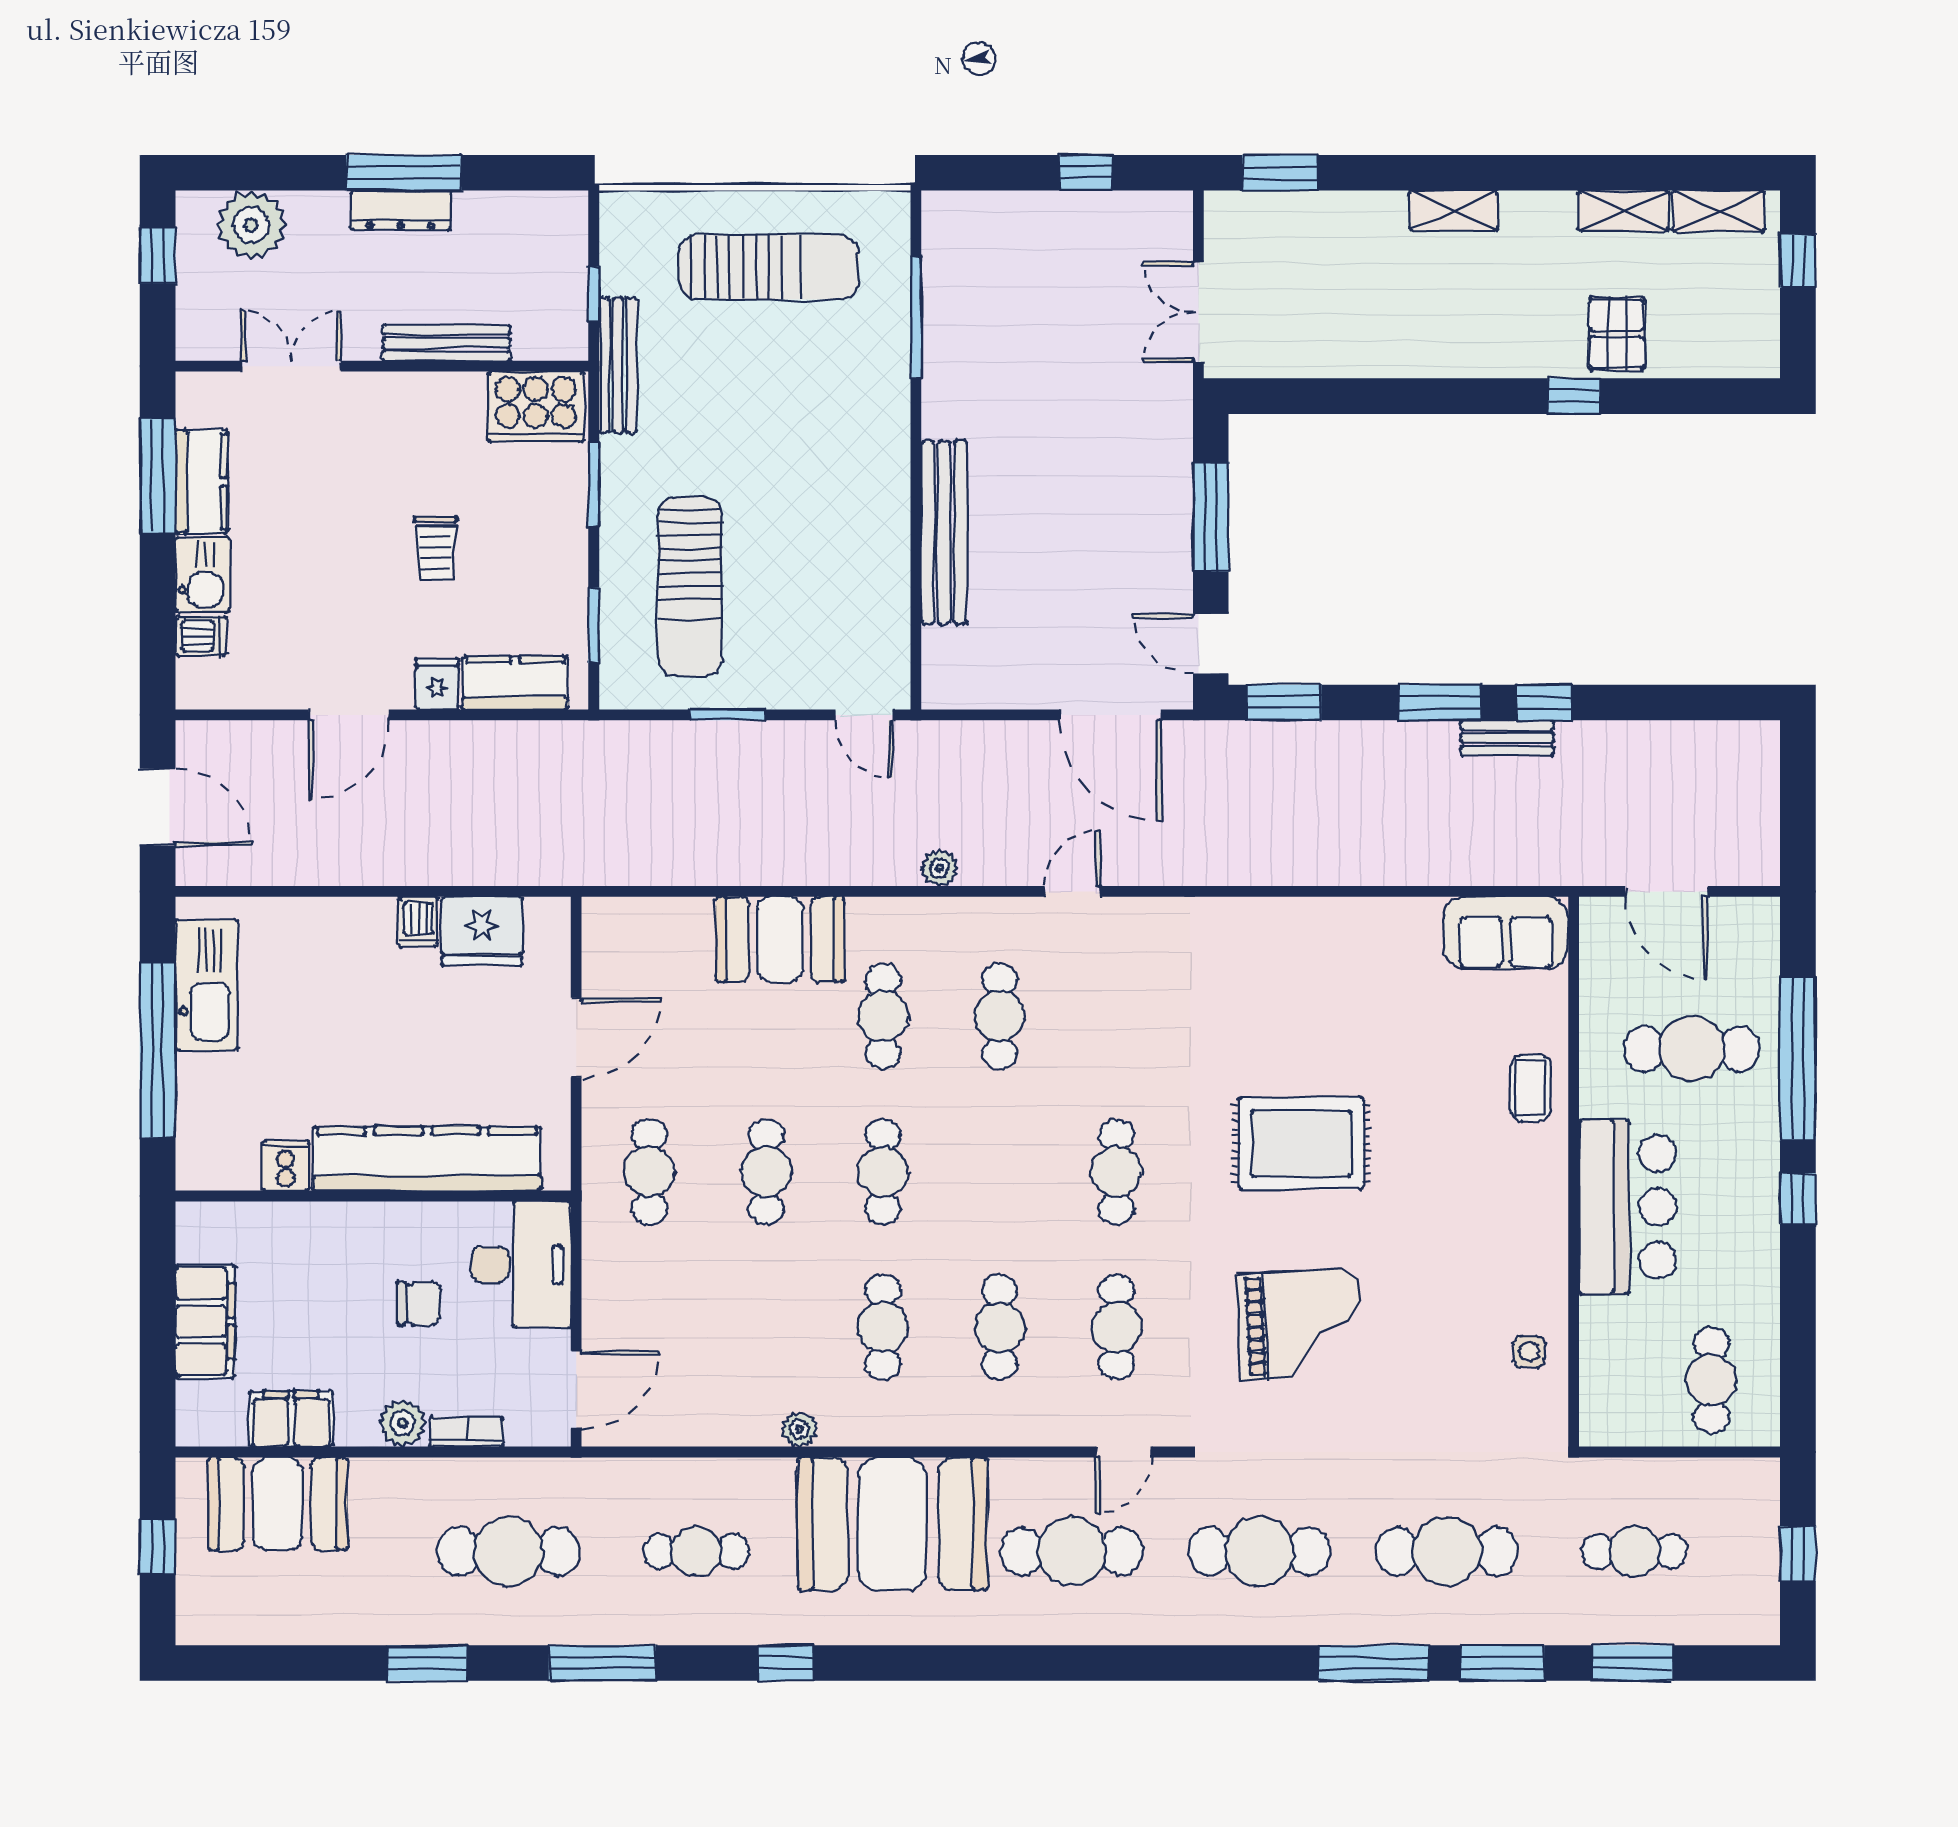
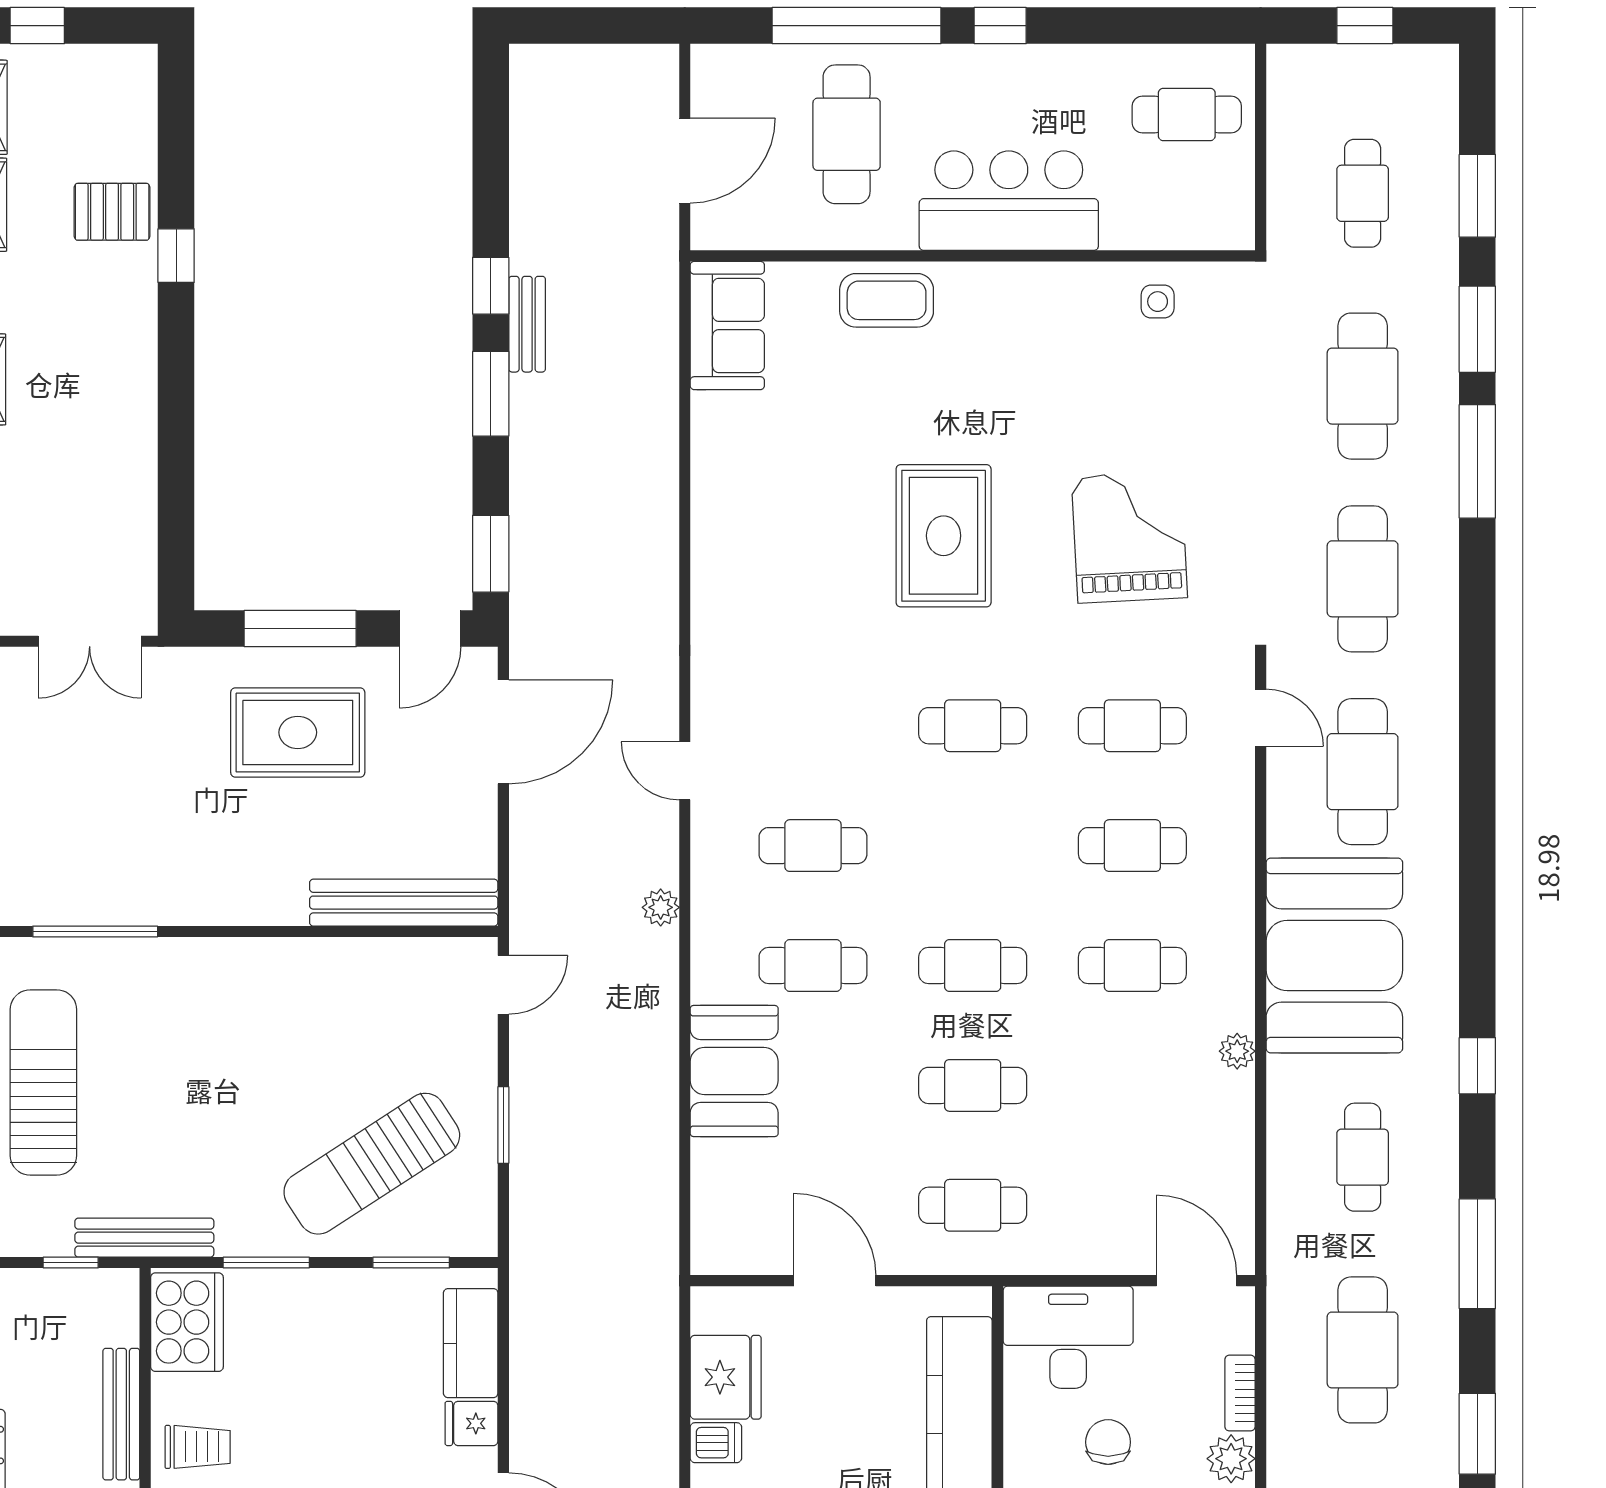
rug: (1110, 515) -> (298, 732), added
bench: (944, 532) -> (404, 903), moved
trolley: (435, 549) -> (198, 1447), moved
sun lounger: (690, 587) -> (372, 1164), turned 147
coffee table: (1530, 1088) -> (887, 300), width x1.36, depth x1.30

